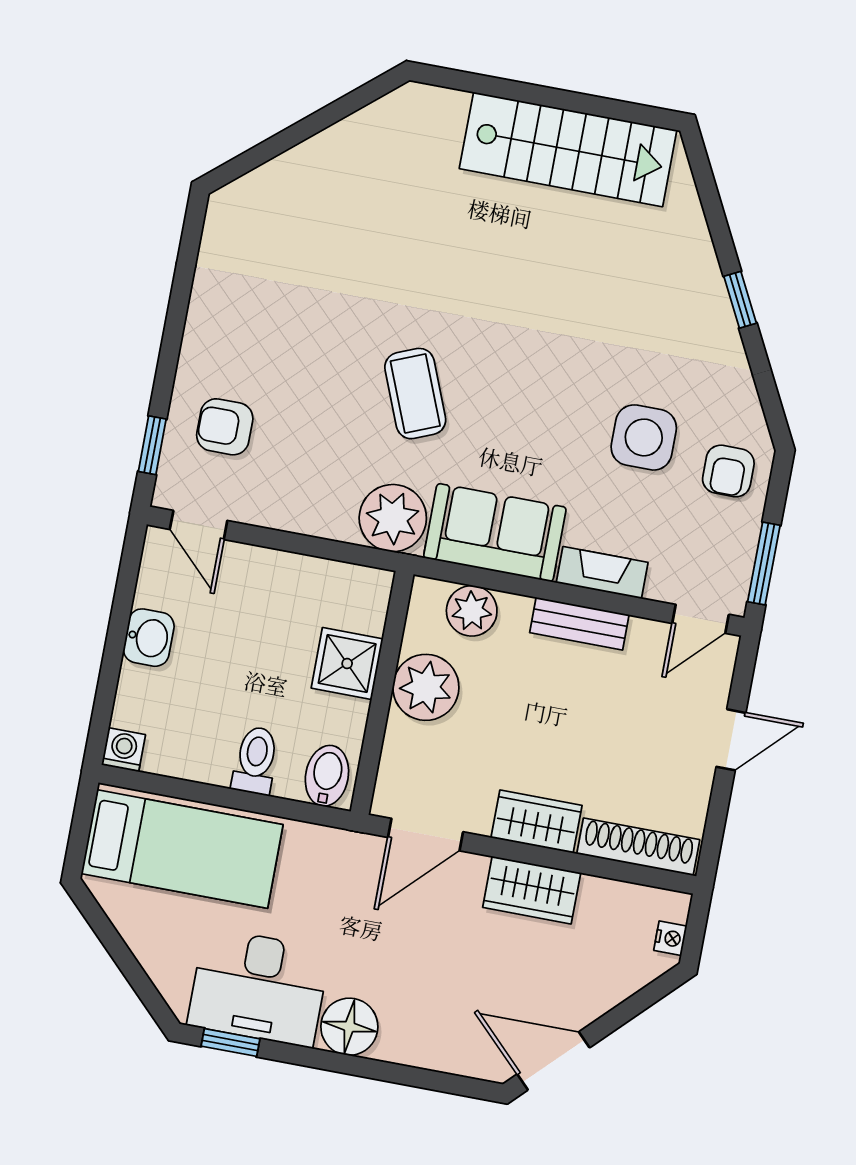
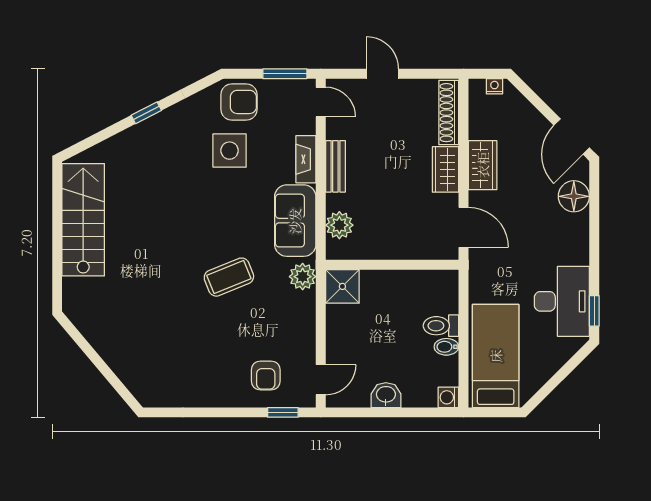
armchair: (728, 471) -> (239, 102), width x1.38, depth x1.38
plant: (393, 518) -> (303, 277), width x0.73, depth x0.73
shower: (347, 664) -> (342, 286), moved
plant: (426, 687) -> (385, 242), removed
bidet: (327, 776) -> (446, 347), moved, width x0.72, depth x0.74
floor lamp: (349, 1027) -> (574, 196), moved

